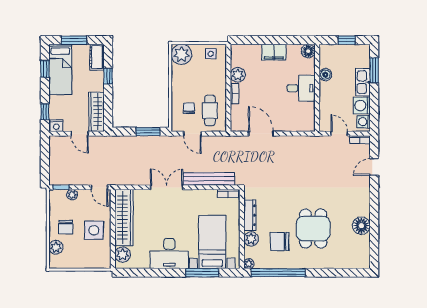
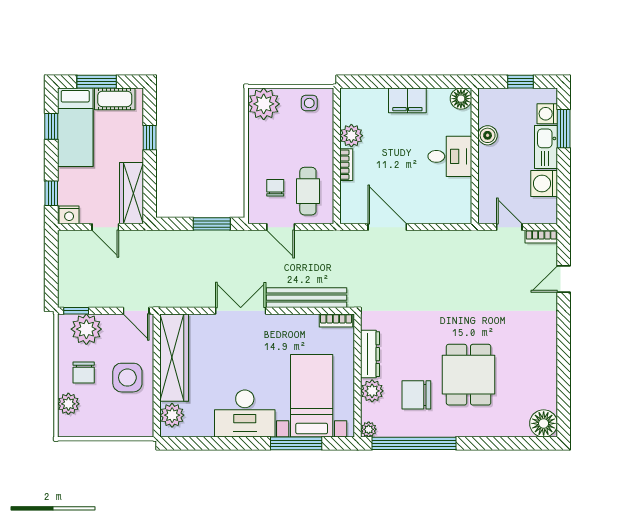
cot: (97, 57) -> (115, 99), moved, turned 90
washing machine: (364, 122) -> (547, 114), moved
plant: (72, 195) -> (86, 329), width x1.88, depth x1.88
floor lamp: (361, 226) -> (544, 423), moved

